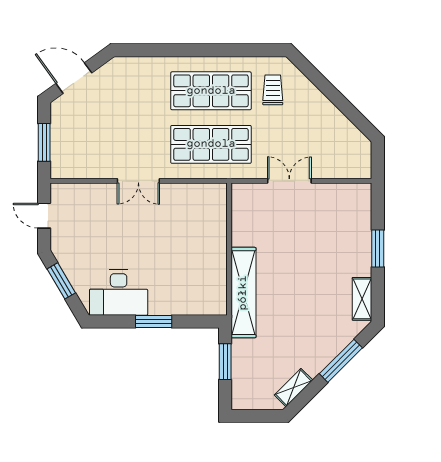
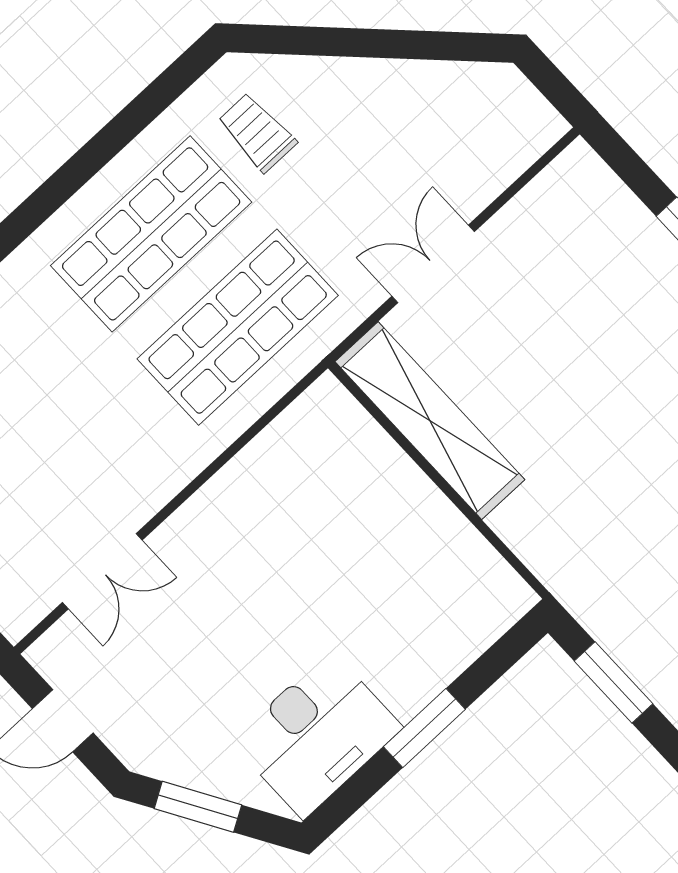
double door: (138, 181) -> (102, 571), moved
shelving: (243, 293) -> (430, 421), moved

